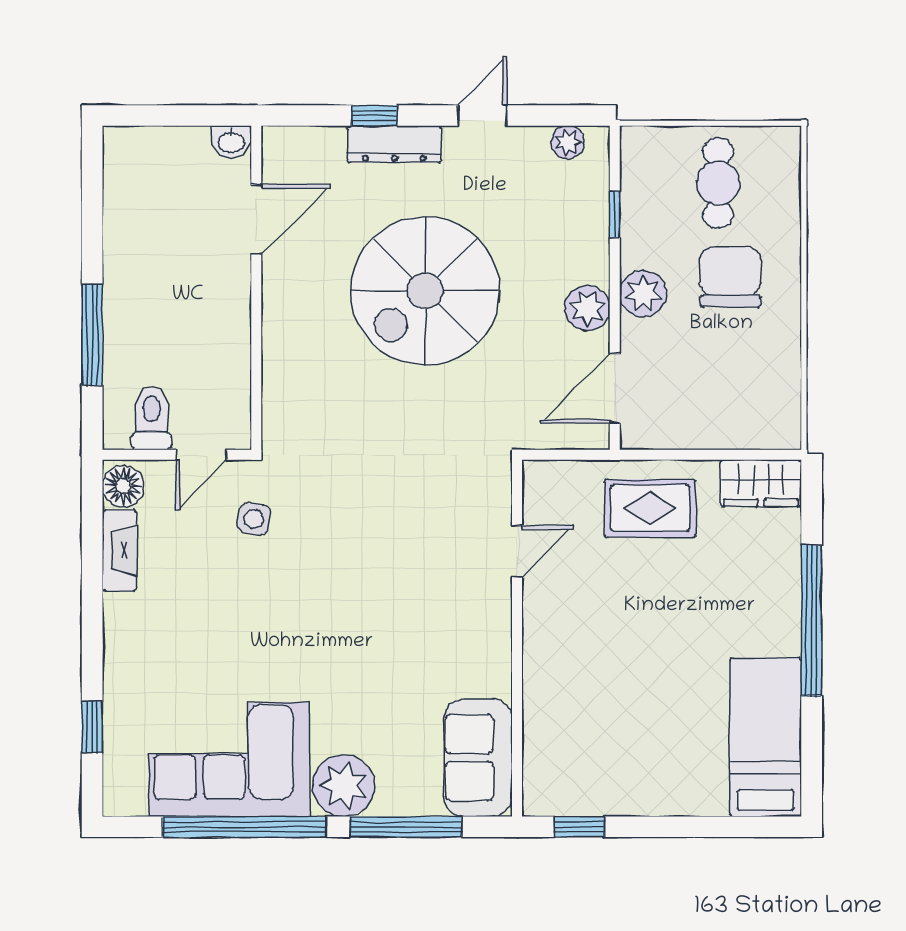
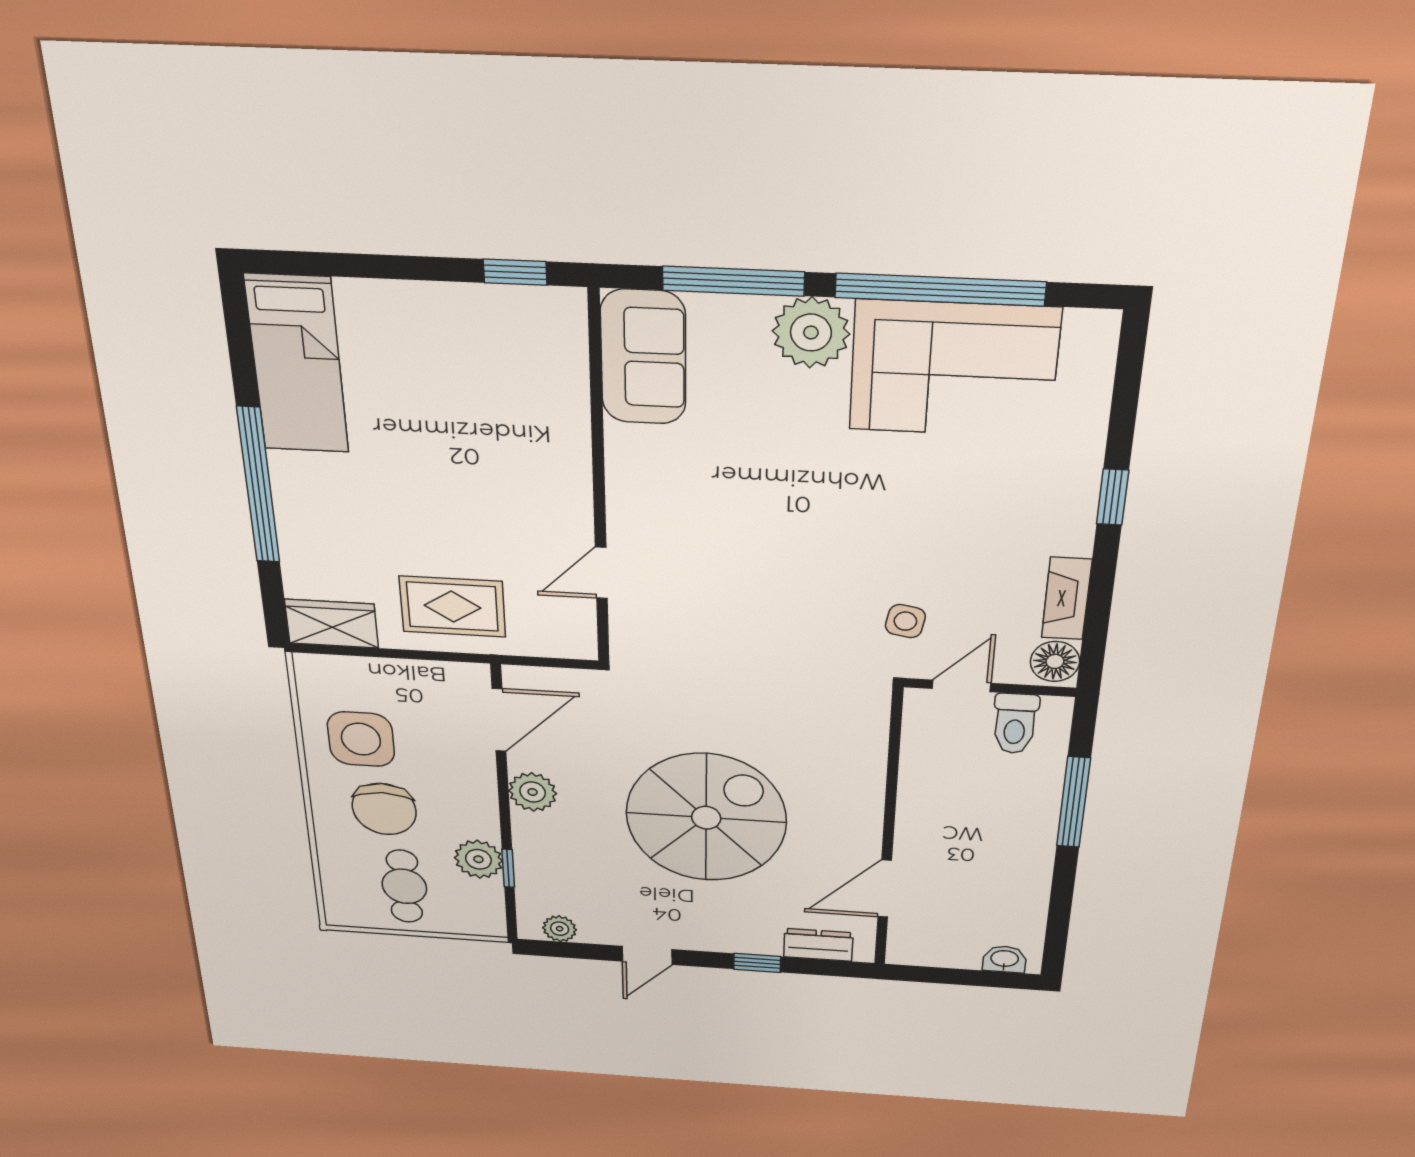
washbasin: (231, 142) -> (1005, 959), moved
dresser: (394, 144) -> (818, 945), moved, width x0.70
plant: (643, 294) -> (478, 859), moved
side table: (746, 357) -> (361, 739), added
window: (92, 727) -> (1113, 497), moved

